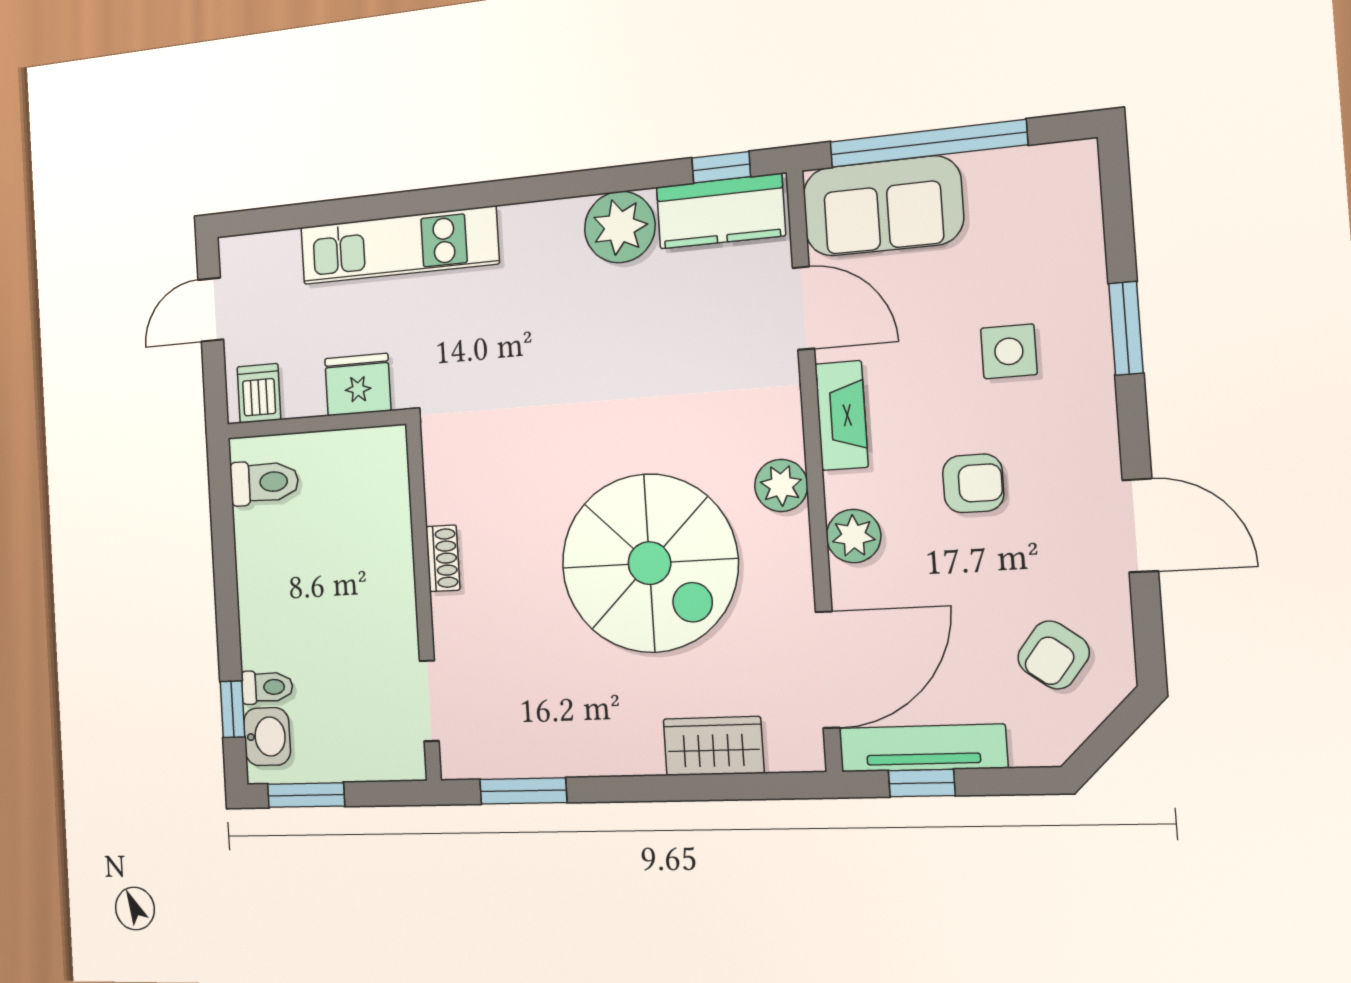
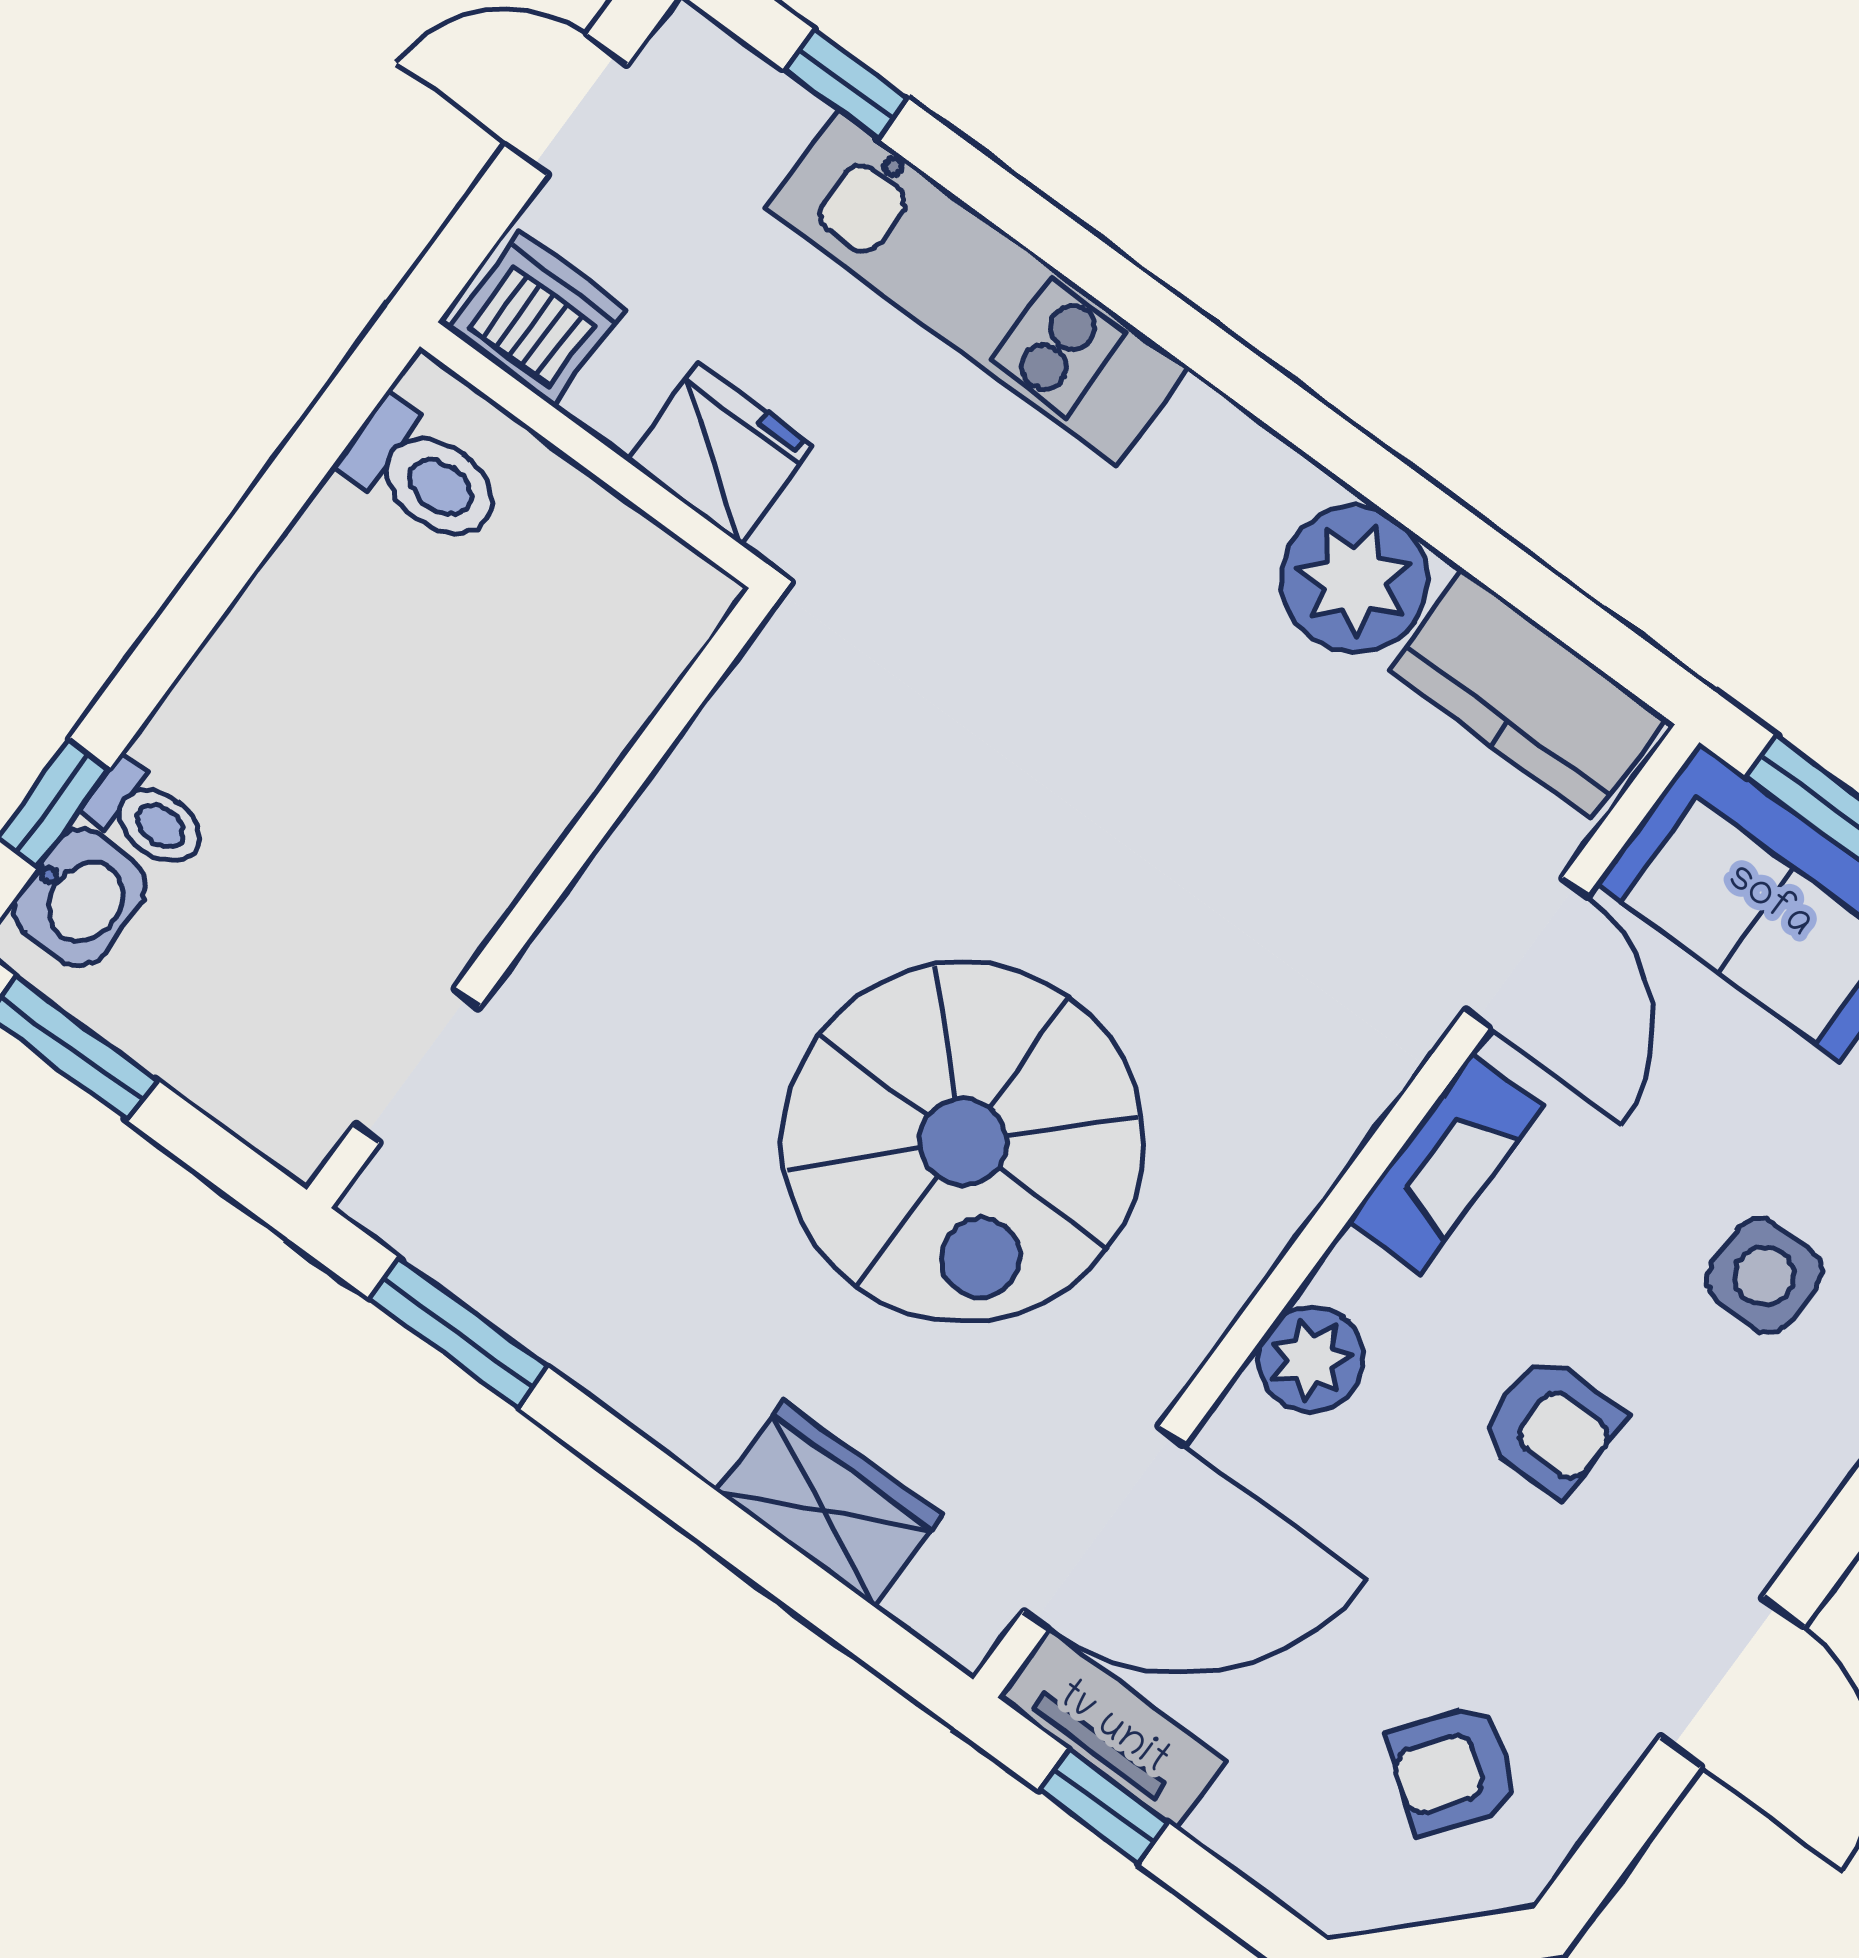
window: (721, 167) -> (845, 84), moved
dishwasher: (259, 393) -> (536, 319), width x1.38
plant: (781, 485) -> (1267, 1193), removed
shoe rack: (443, 558) -> (630, 856), removed
tv unit: (923, 748) -> (1112, 1729), width x0.71

